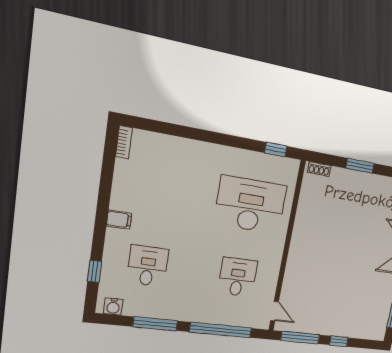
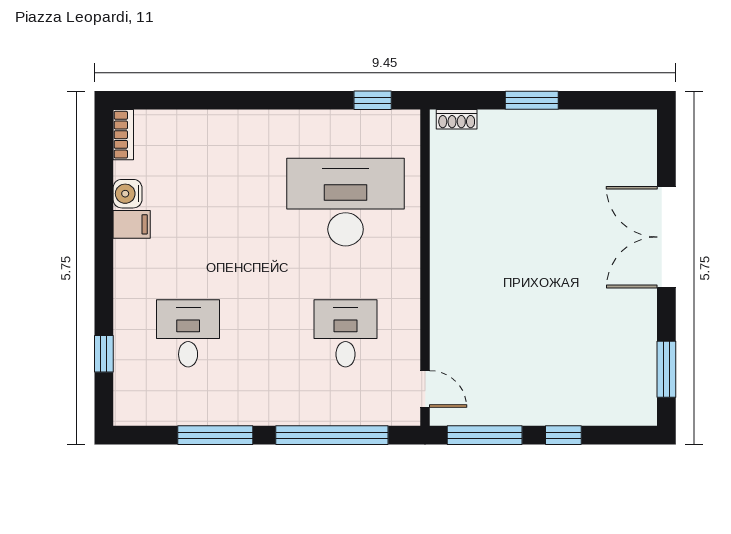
filing cabinet: (119, 220) -> (132, 224), moved
water cooler: (113, 307) -> (128, 194), moved, turned 90

